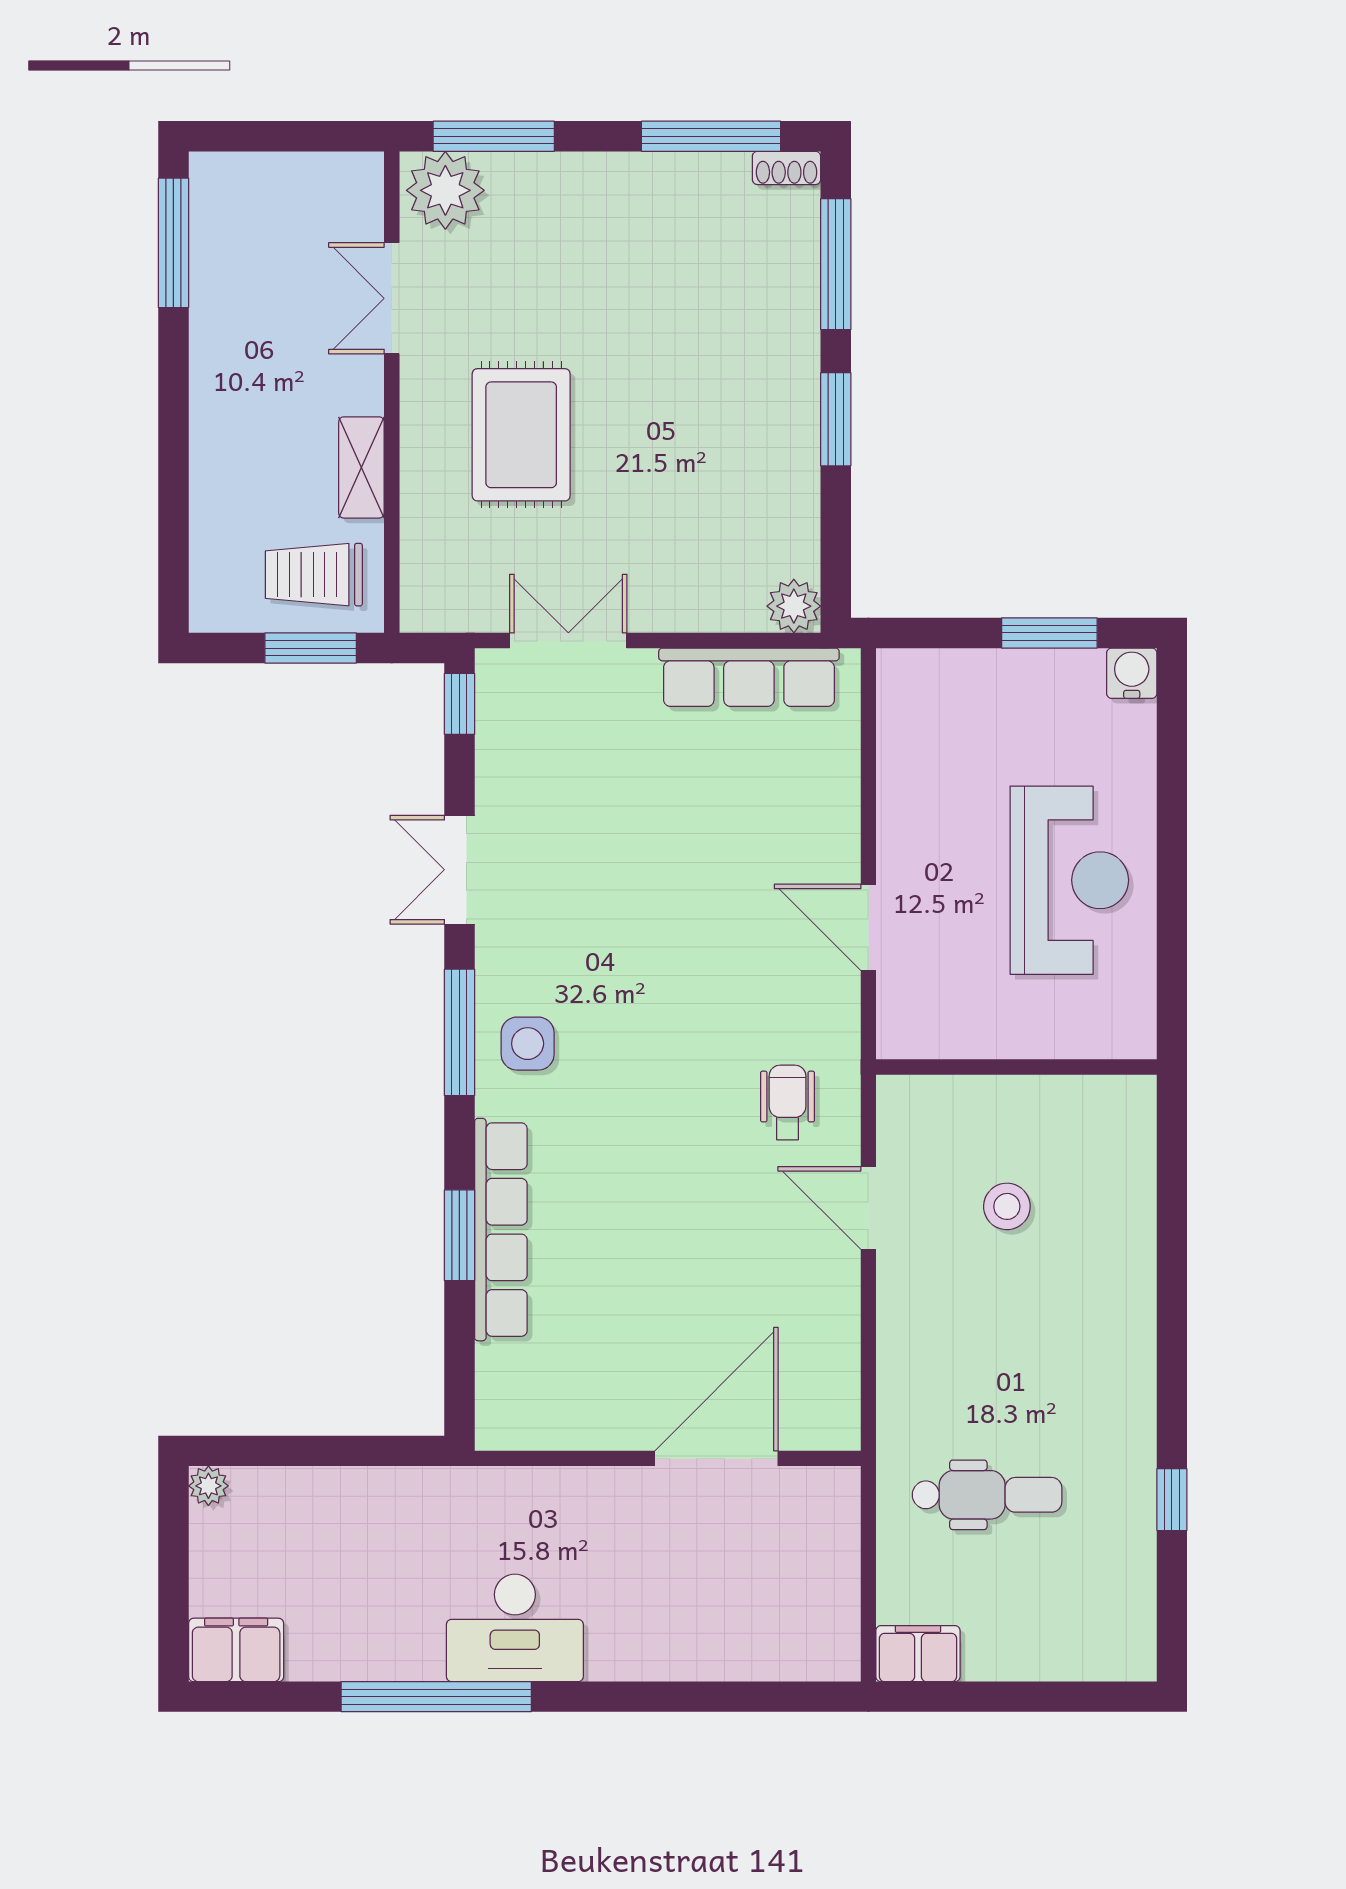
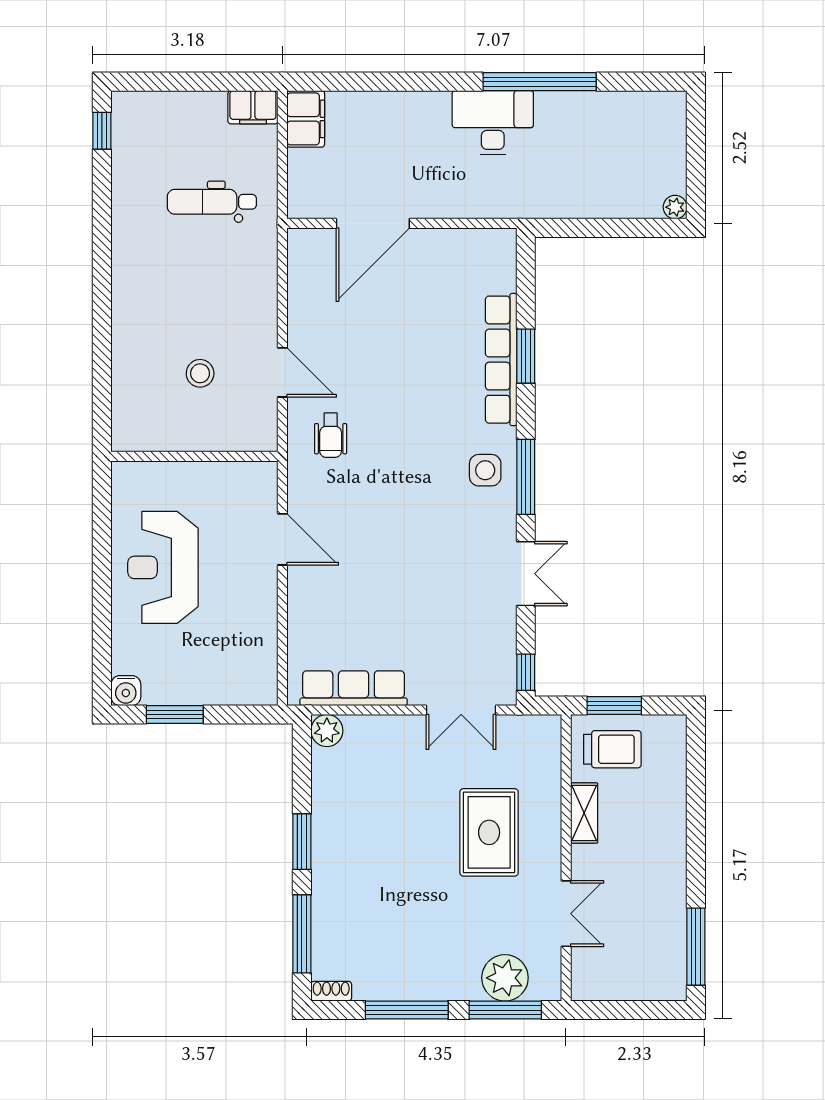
window: (711, 136) -> (407, 1010), moved
plant: (445, 190) -> (505, 978), moved
window: (1172, 1500) -> (102, 131), moved
filing cabinet: (236, 1650) -> (306, 119), moved, turned -90

